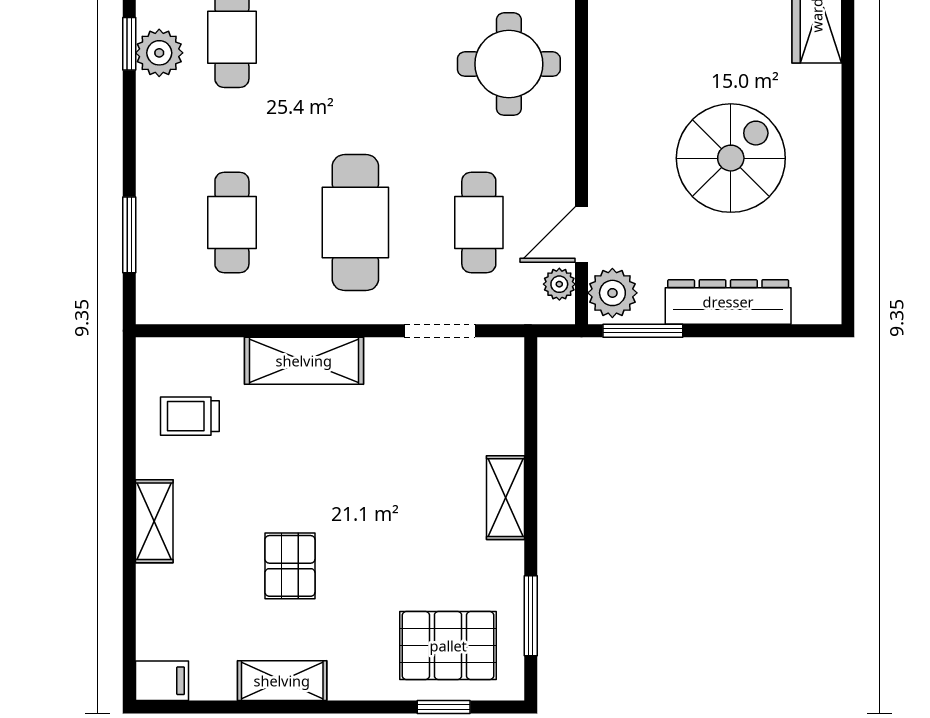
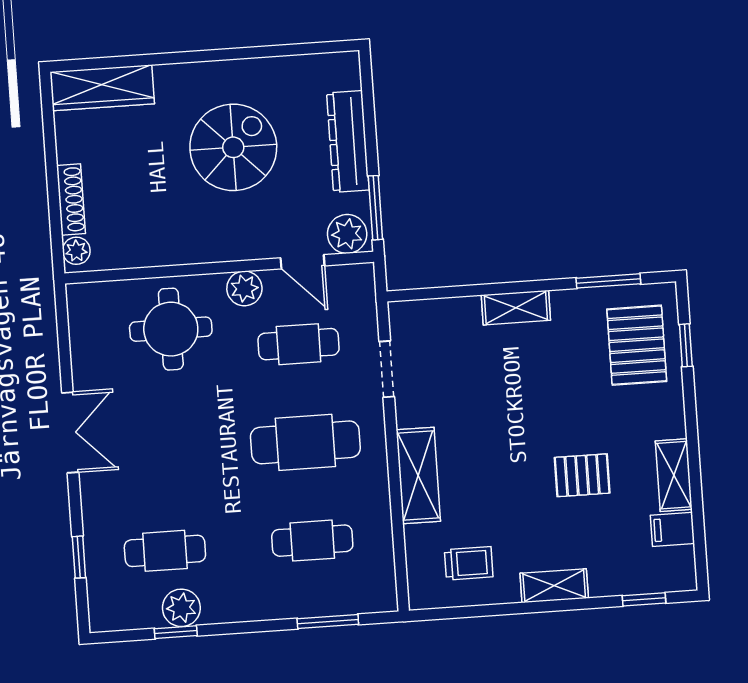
spiral stairs: (731, 158) -> (233, 147), turned 90
plant: (559, 284) -> (244, 288), moved, width x1.38, depth x1.38
trolley: (190, 416) -> (469, 563), turned -90
window: (129, 632) -> (644, 599), added
filing cabinet: (162, 681) -> (672, 529), moved, turned -90

